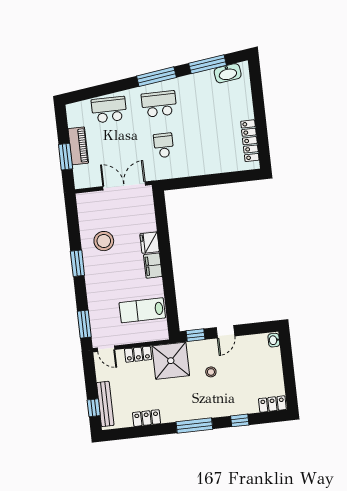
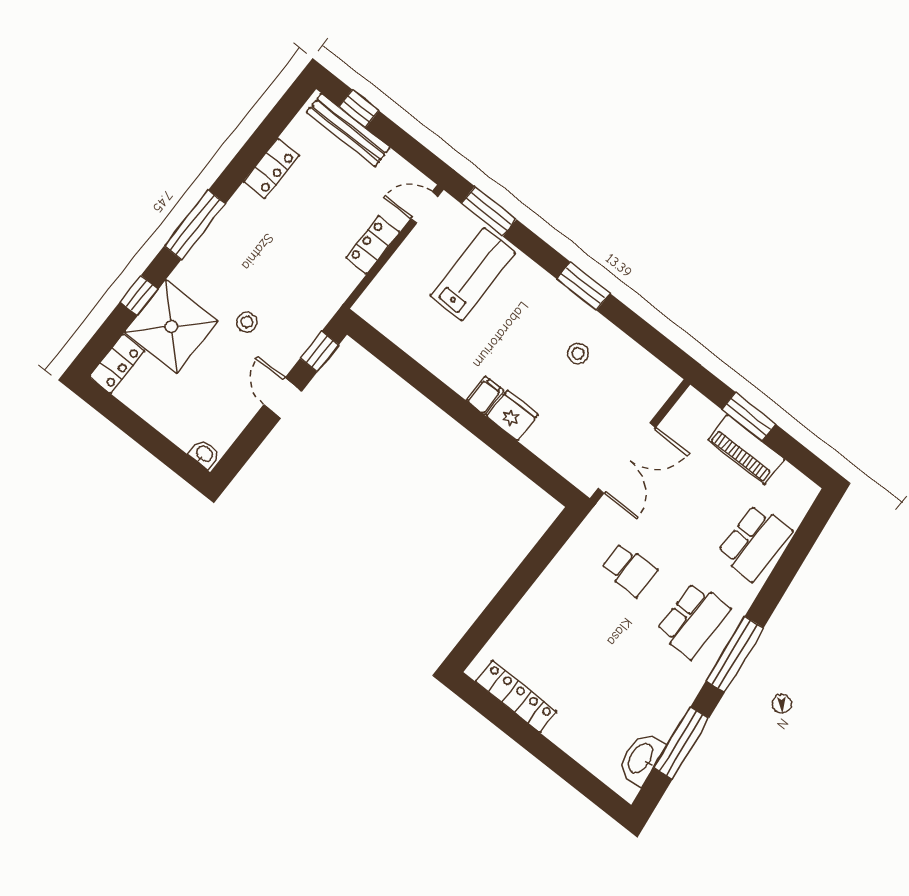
stool: (104, 241) -> (578, 353), width x0.53, depth x0.53
filing cabinet: (153, 266) -> (485, 395), width x0.50
lab bench: (142, 310) -> (473, 274), moved
shower: (171, 361) -> (171, 326), moved

